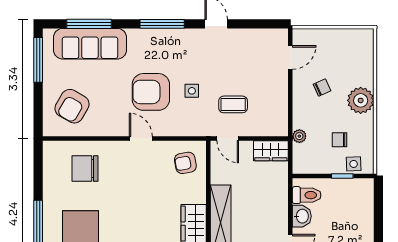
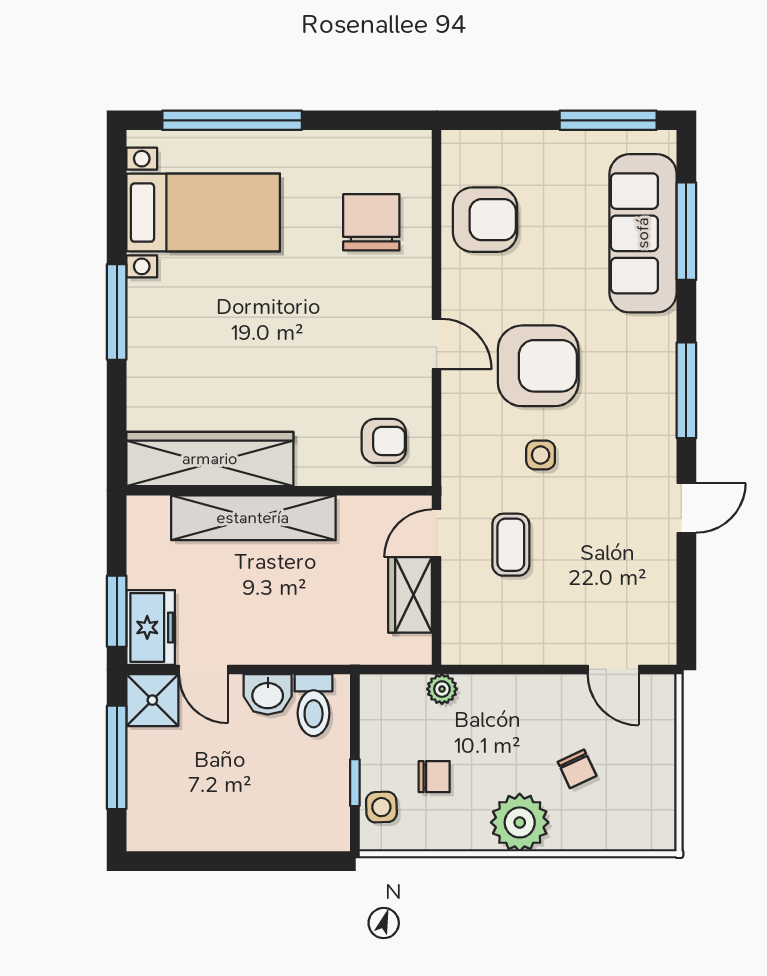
chair: (322, 87) -> (577, 769), moved
armchair: (151, 92) -> (538, 366), turned 90
armchair: (72, 106) -> (485, 220), moved, turned 150
door: (141, 139) -> (437, 344), hinge flipped
chair: (340, 140) -> (434, 777), turned 90
wardrobe: (271, 151) -> (410, 595), moved
armchair: (185, 163) -> (384, 441), turned 101

